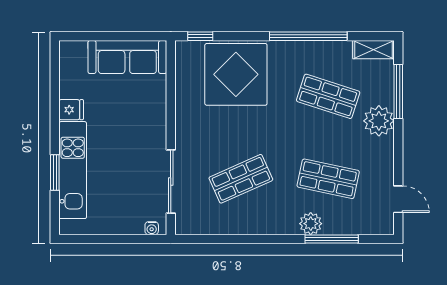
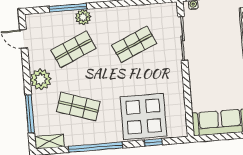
window: (200, 36) -> (153, 142), moved
plant: (379, 121) -> (41, 79), moved
shop shelf: (328, 179) -> (74, 49), turned -36

